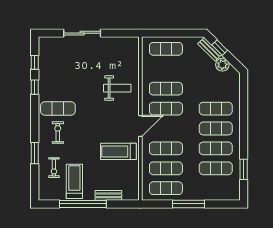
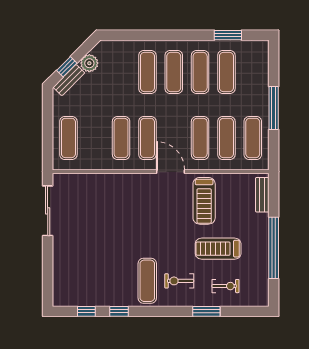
sliding door: (82, 33) -> (48, 211), moved
weight bench: (117, 88) -> (120, 202), removed
treadmill: (74, 181) -> (218, 249), moved
bench: (108, 195) -> (262, 195), moved

